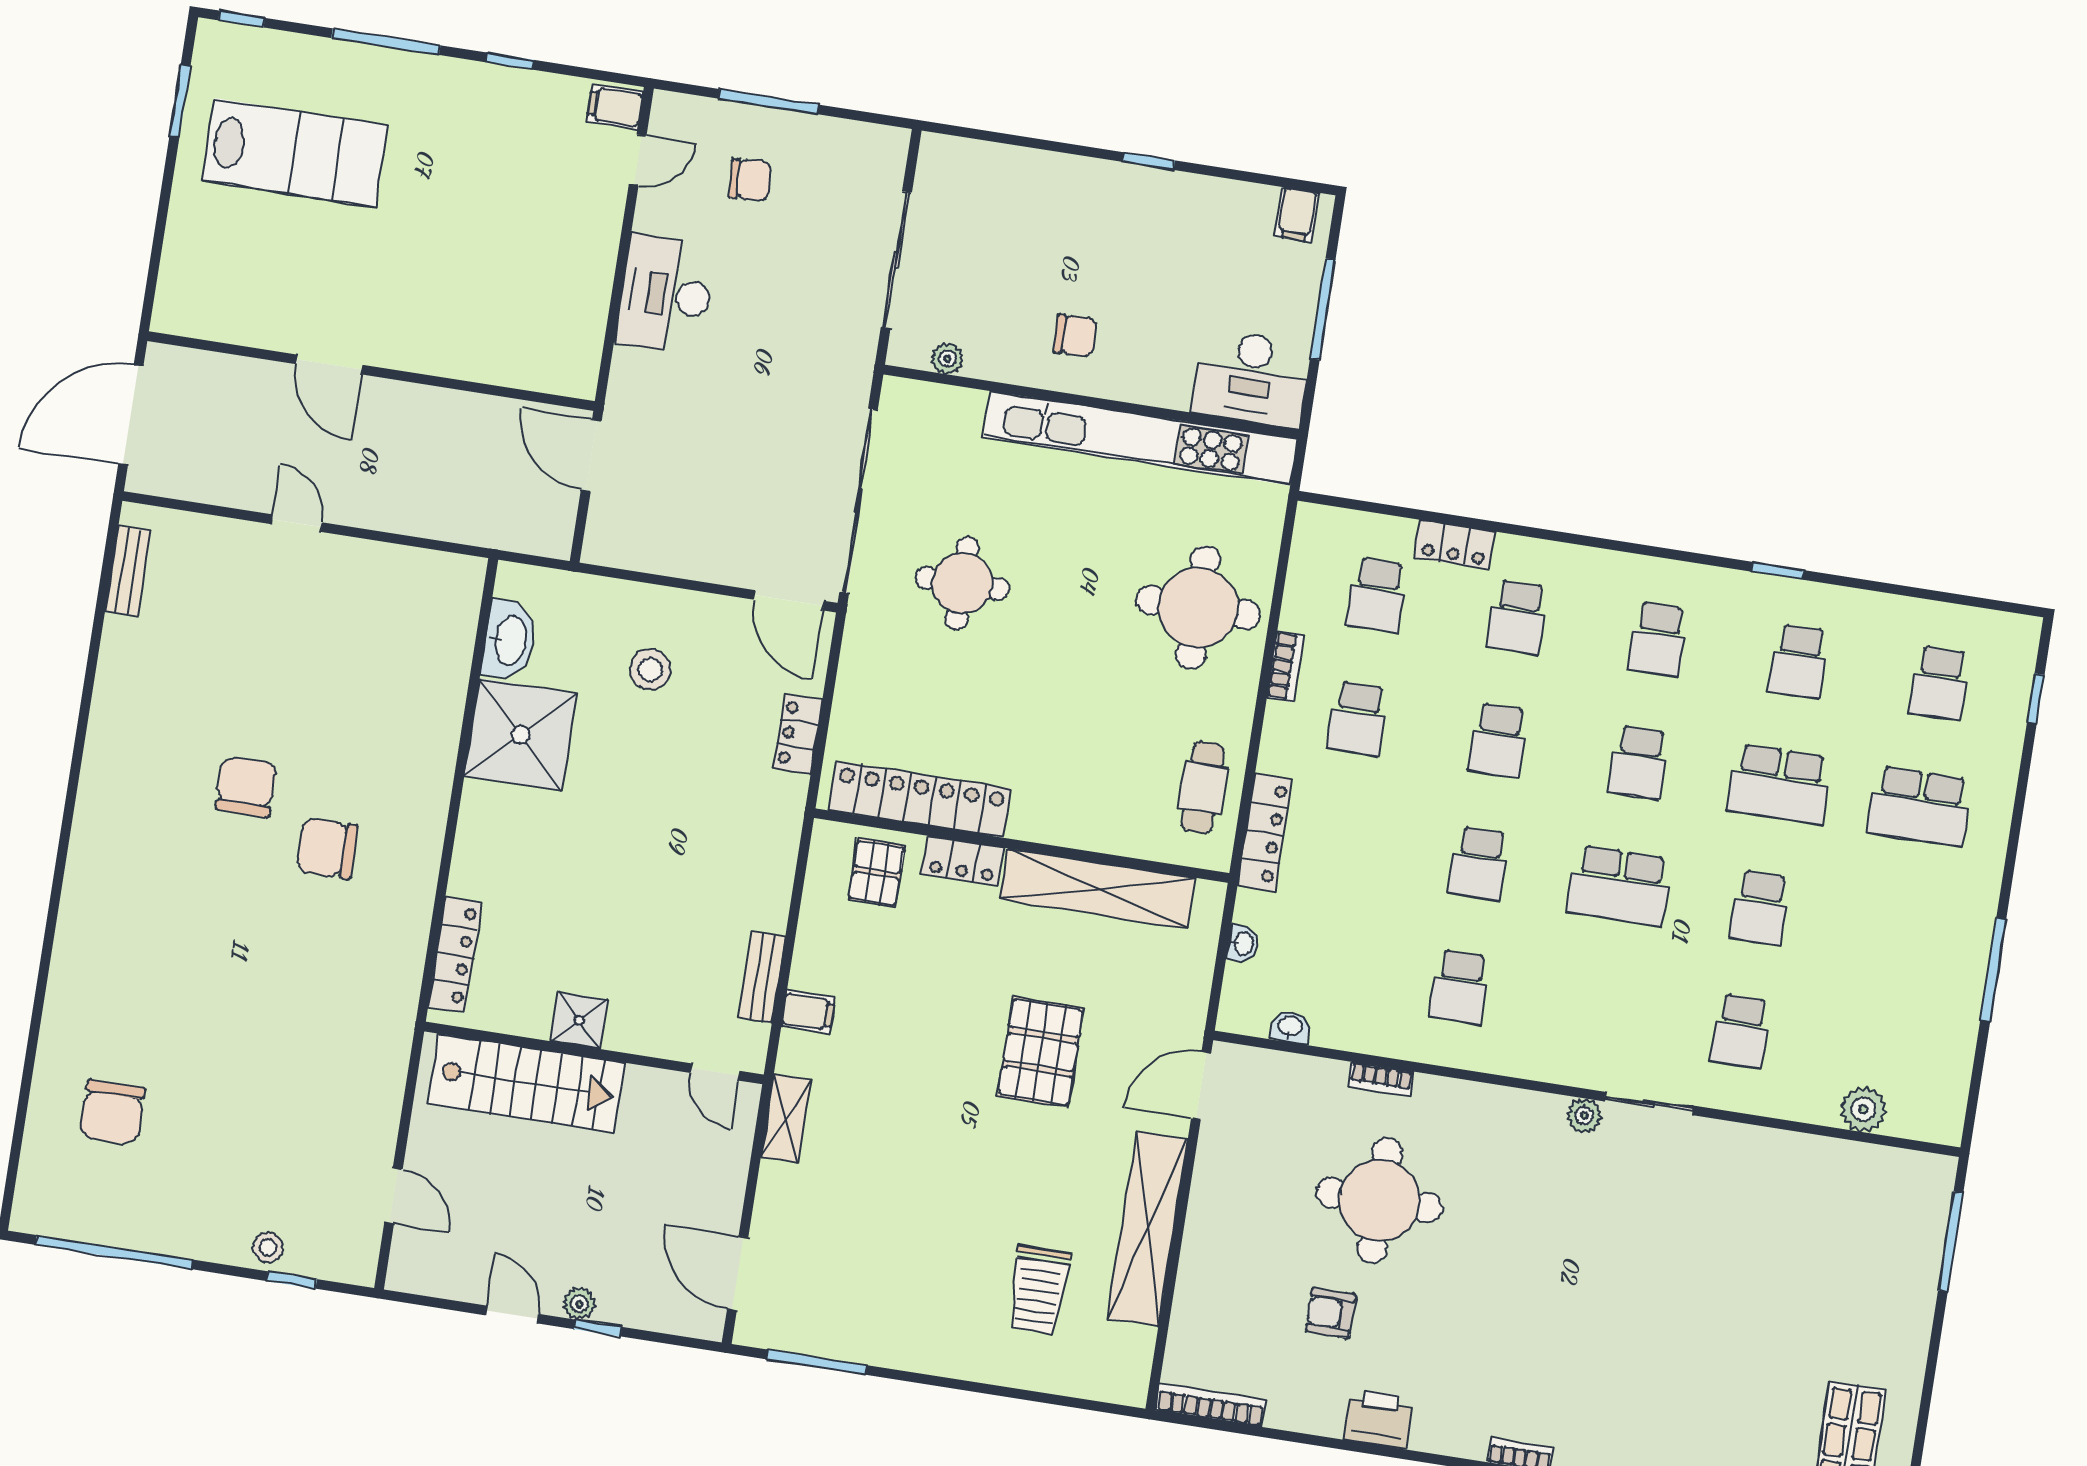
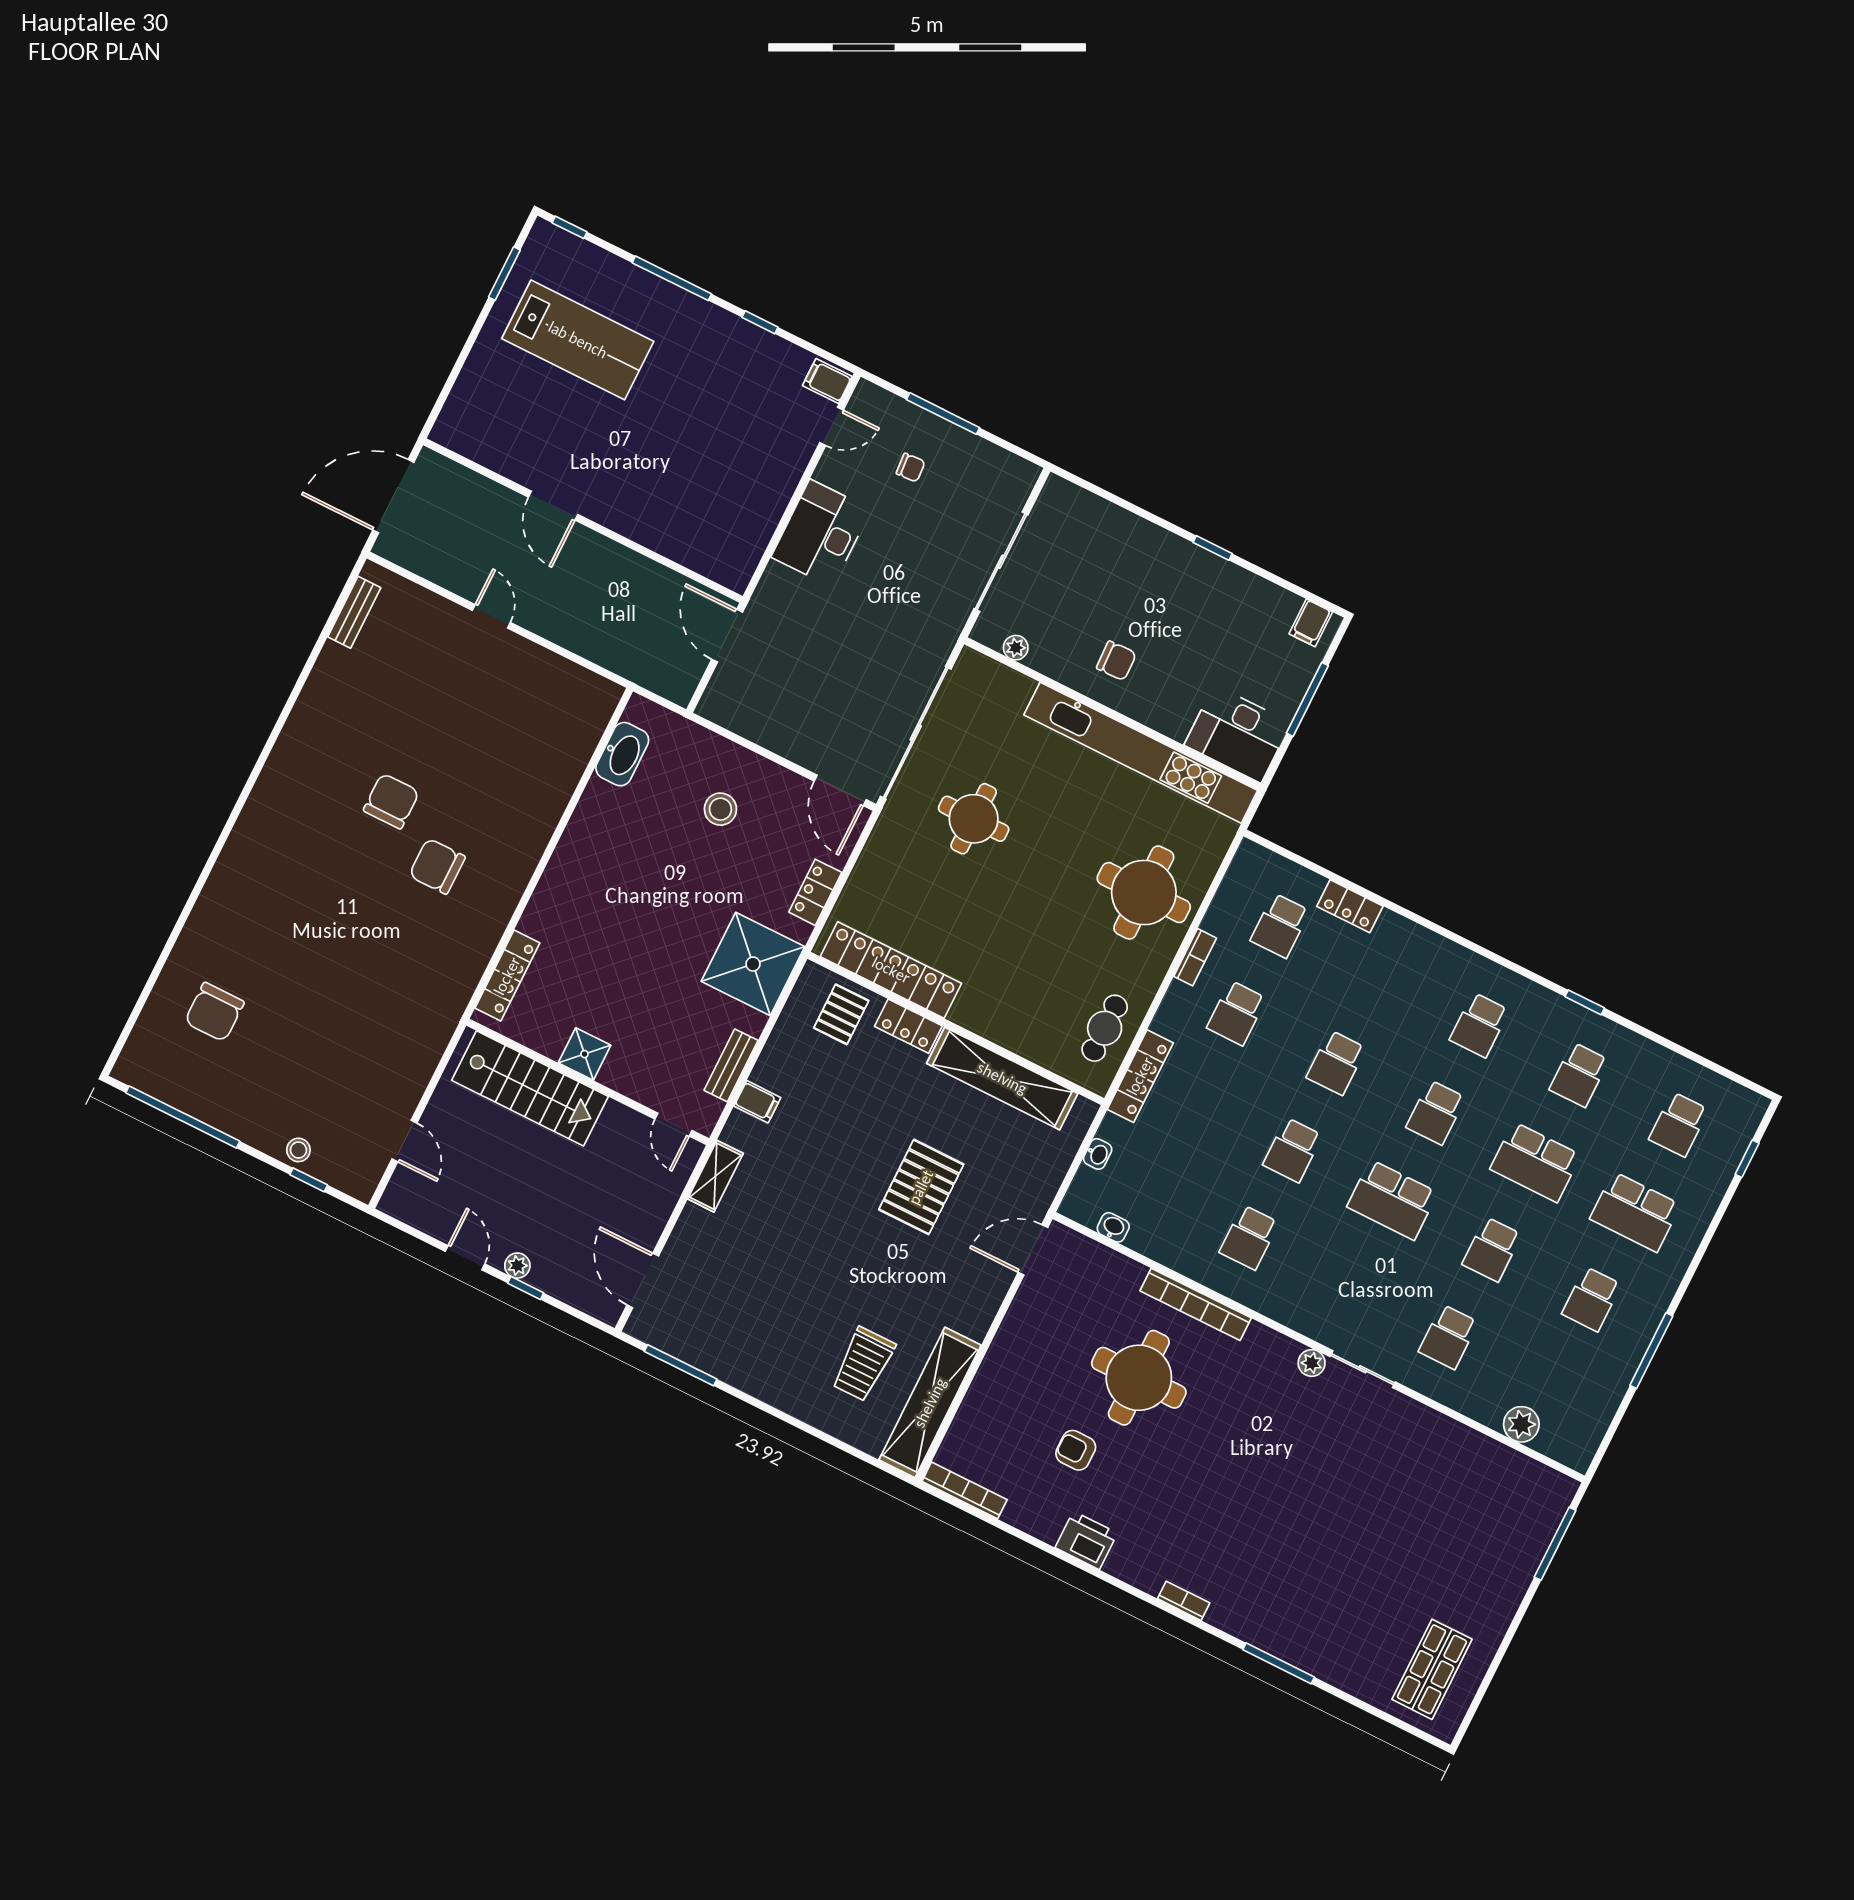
chair: (750, 180) -> (911, 468), width x0.73, depth x0.73
school desk: (1517, 617) -> (1592, 1299), moved
shower: (521, 735) -> (753, 964), moved
bookcase: (1381, 1079) -> (1196, 1304), width x2.31, depth x1.31
shelving: (1148, 1229) -> (930, 1403), moved

